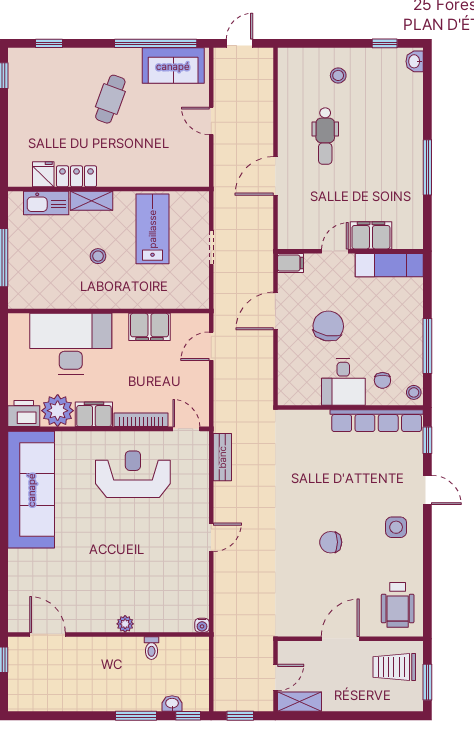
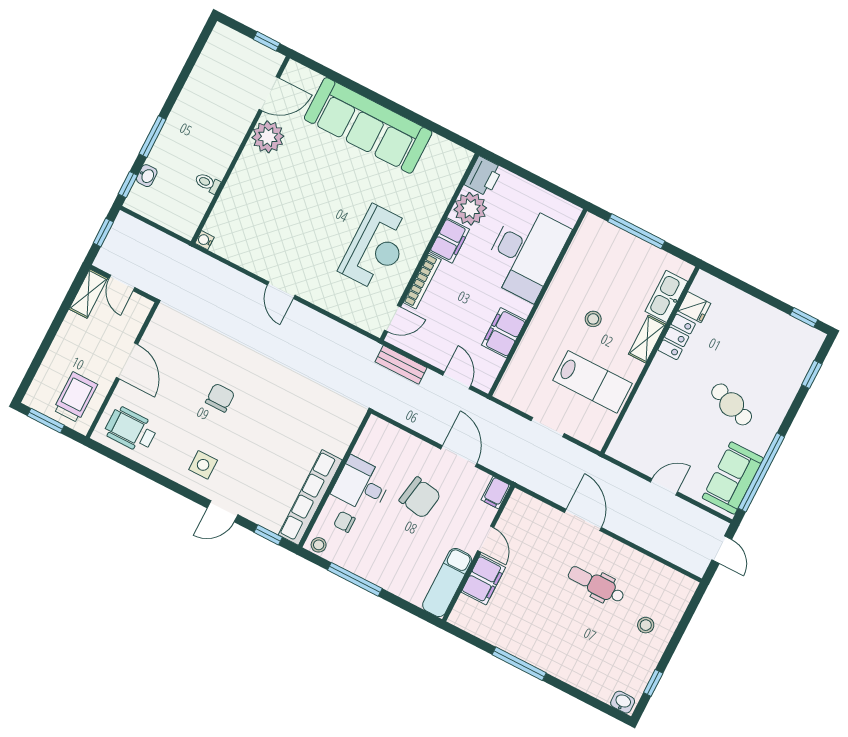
bench: (222, 457) -> (401, 365), moved
sofa: (31, 490) -> (368, 125), moved
plant: (125, 624) -> (268, 137), moved, width x1.88, depth x1.88

